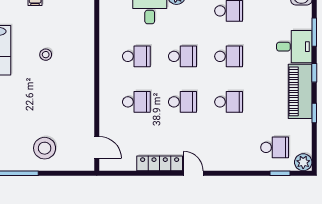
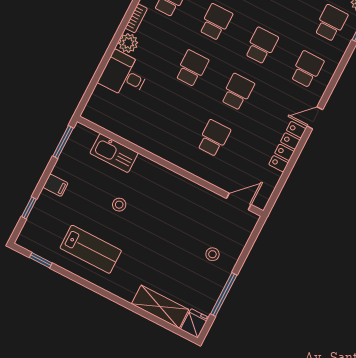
kitchen sink: (84, 30) -> (114, 153), added
school desk: (136, 56) -> (307, 69), moved
stool: (45, 148) -> (212, 254), width x0.53, depth x0.53

